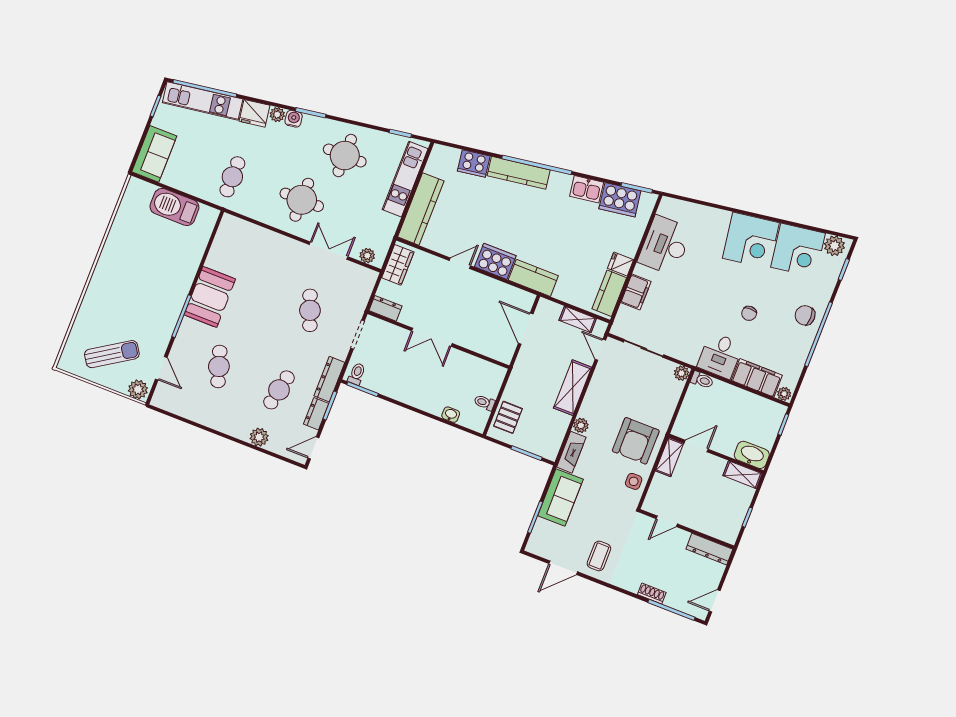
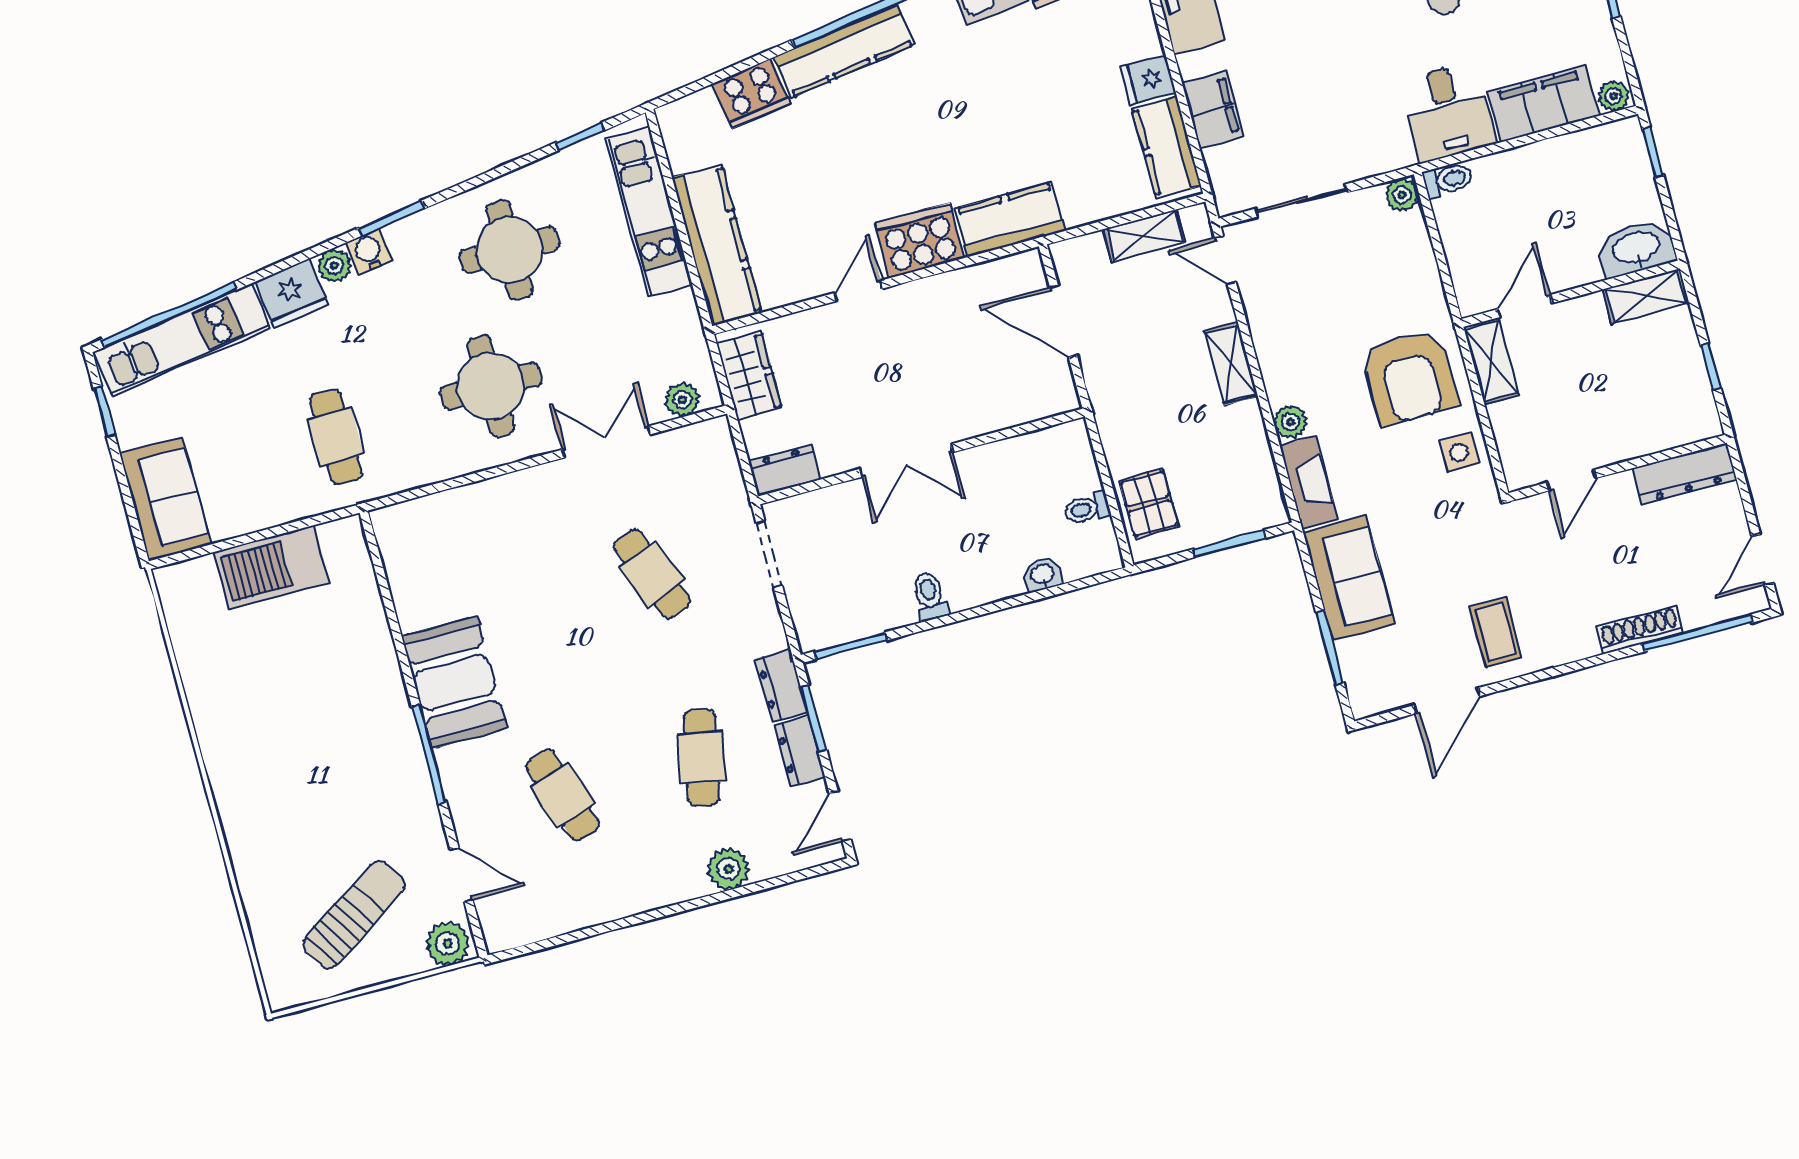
toilet: (357, 374) -> (930, 596), moved
dresser: (329, 379) -> (781, 686), width x0.70
shelving: (573, 388) -> (1231, 364), width x0.67, depth x0.75
shoe rack: (652, 593) -> (1640, 630), width x1.43

